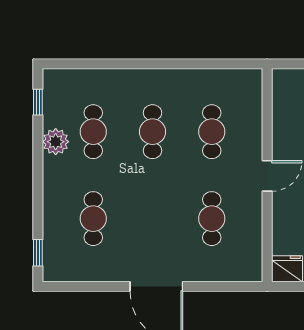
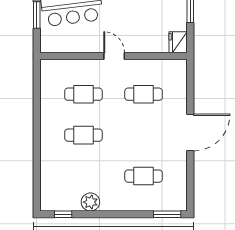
cafe table: (93, 132) -> (83, 176), removed
window: (38, 253) -> (167, 214), width x1.50

